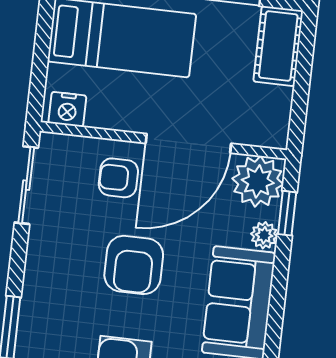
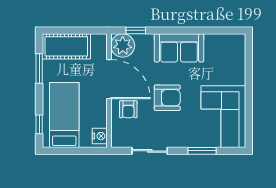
cot: (278, 46) -> (66, 46), width x1.37, depth x1.34
sliding door: (26, 185) -> (150, 151), moved
plant: (264, 235) -> (147, 40), removed

